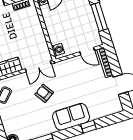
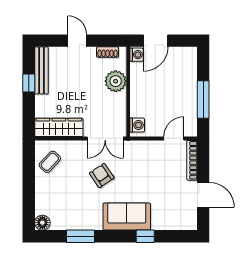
plant: (33, 23) -> (116, 81), added
door: (87, 51) -> (174, 138), swing flipped

